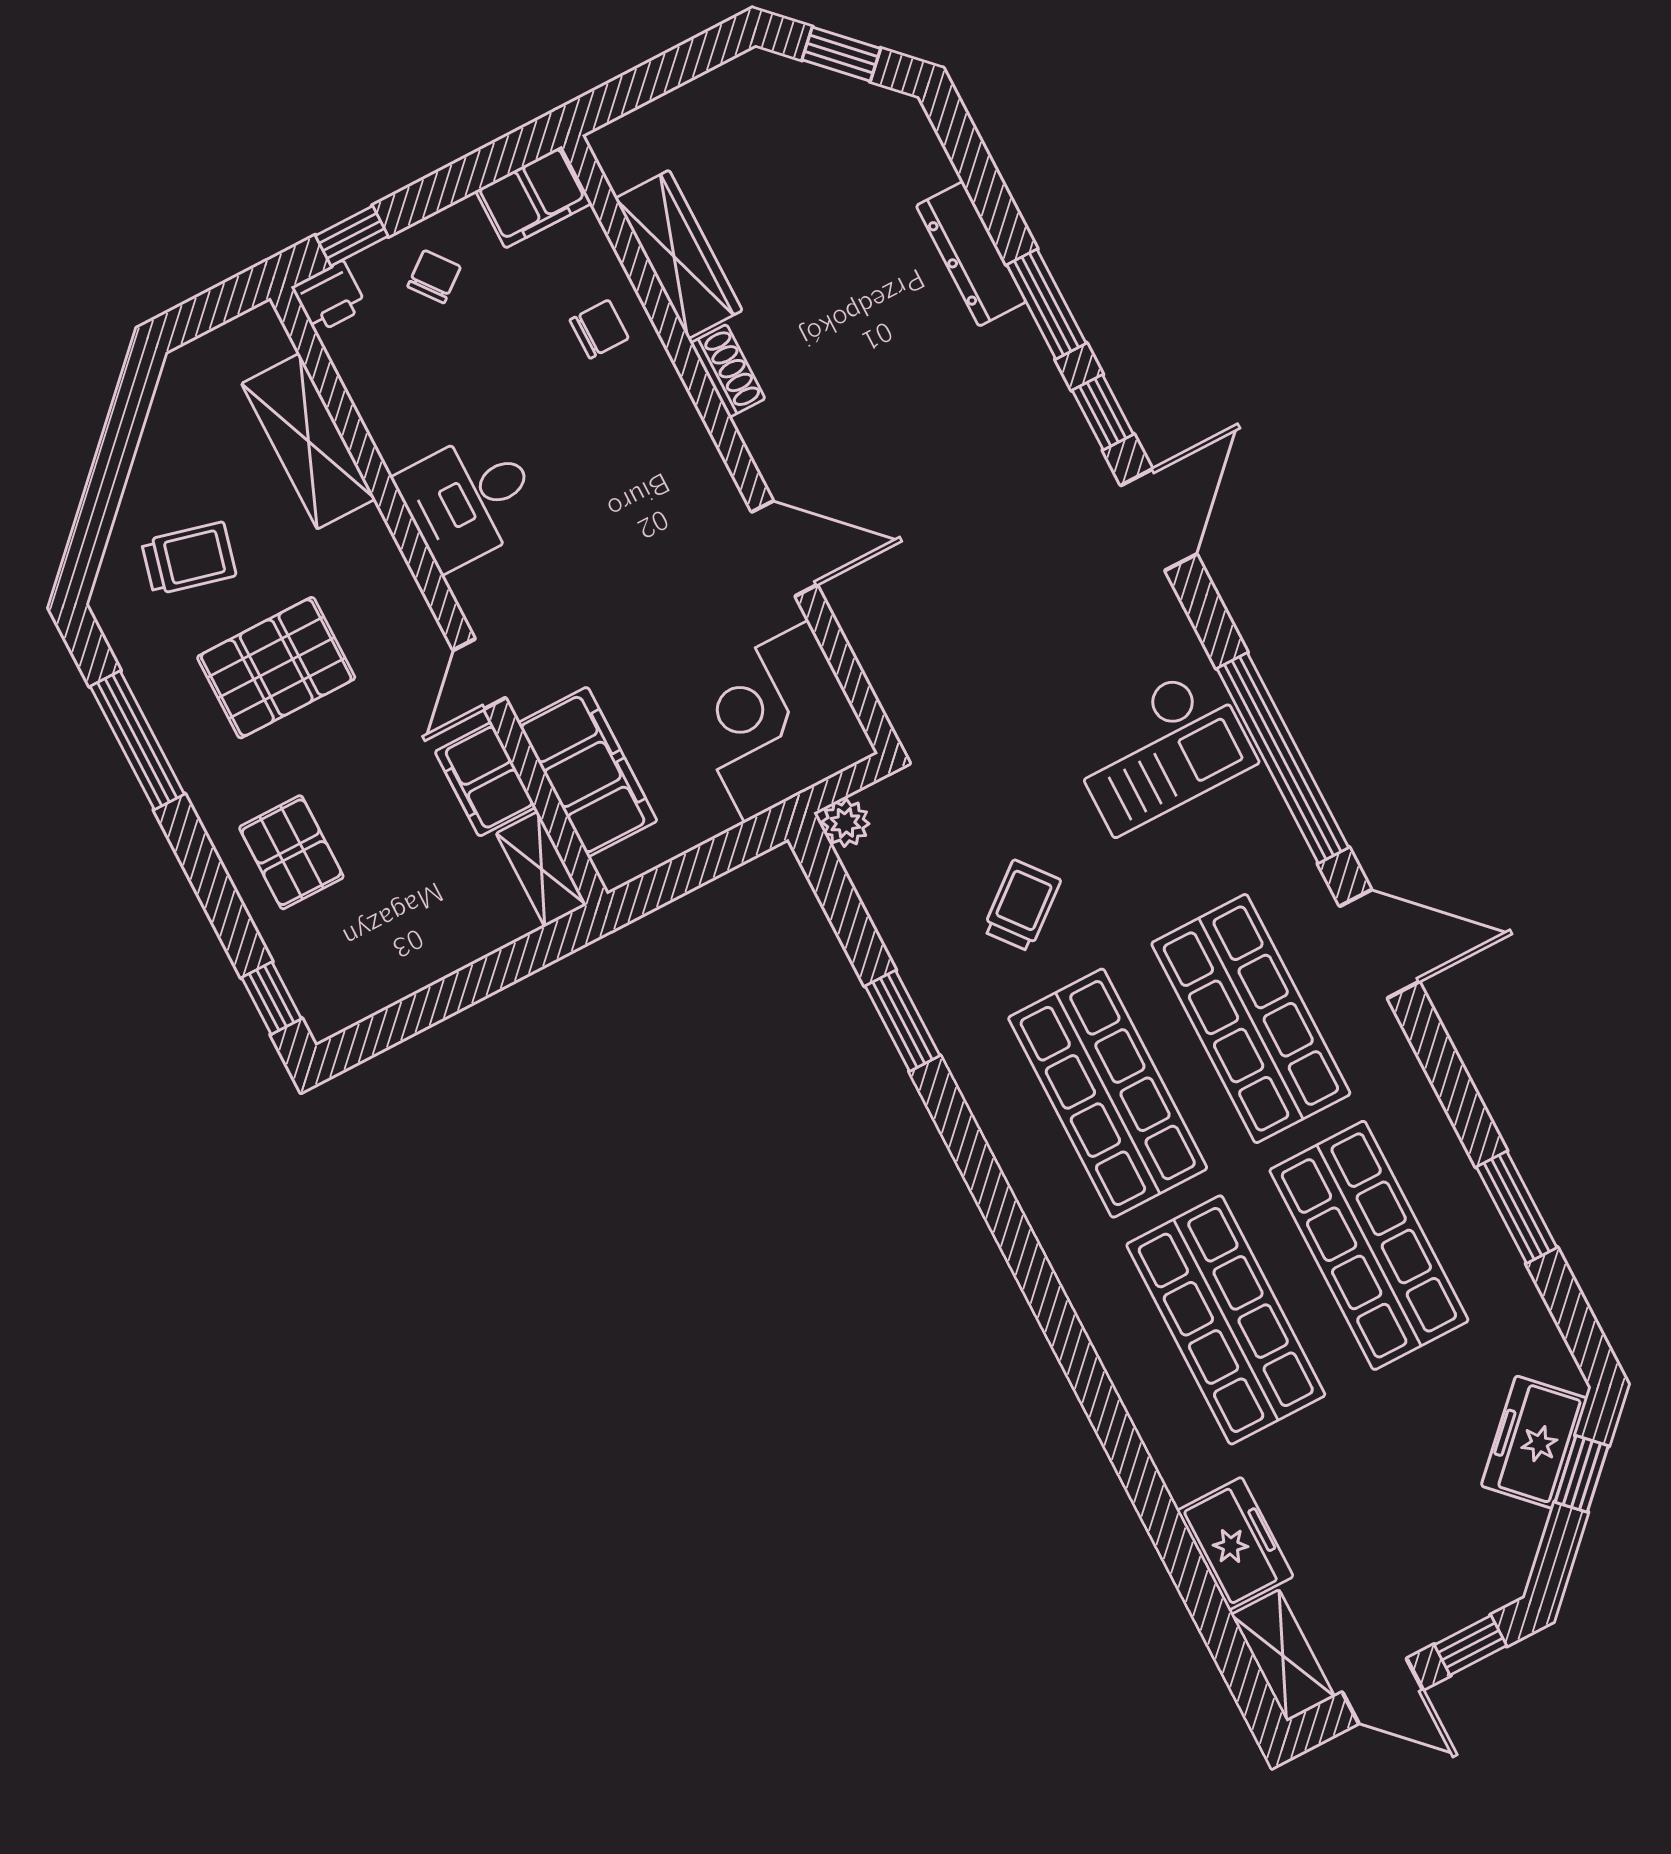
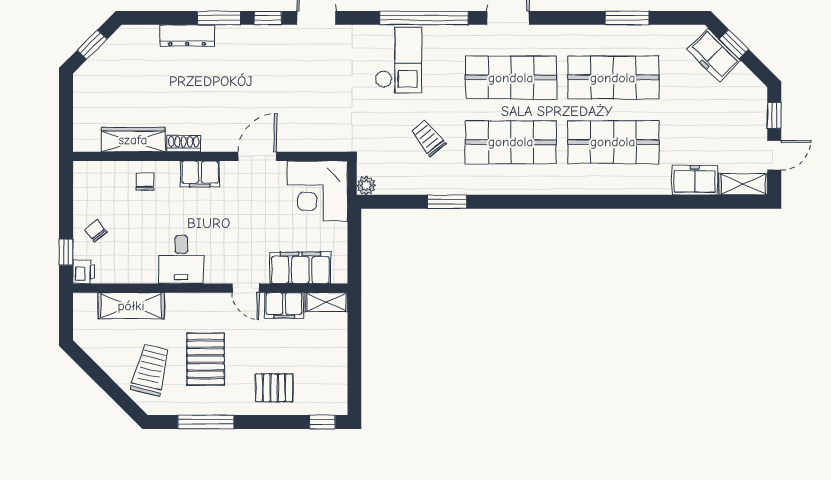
filing cabinet: (534, 197) -> (200, 174), moved, turned 90
trolley: (189, 558) -> (151, 370), width x1.36, depth x1.39

